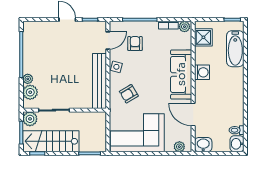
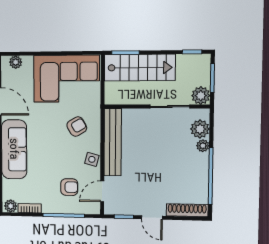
shoe rack: (39, 26) -> (187, 210), added
armchair: (135, 44) -> (69, 187), turned -90
stairs: (51, 141) -> (140, 68), moved

